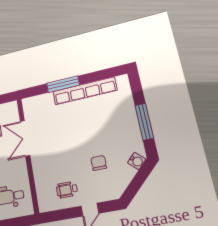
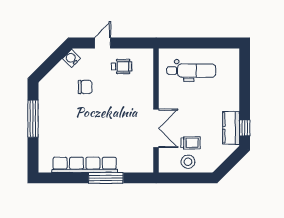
water cooler: (137, 161) -> (71, 59), moved
chair: (99, 163) -> (85, 87), turned -90

